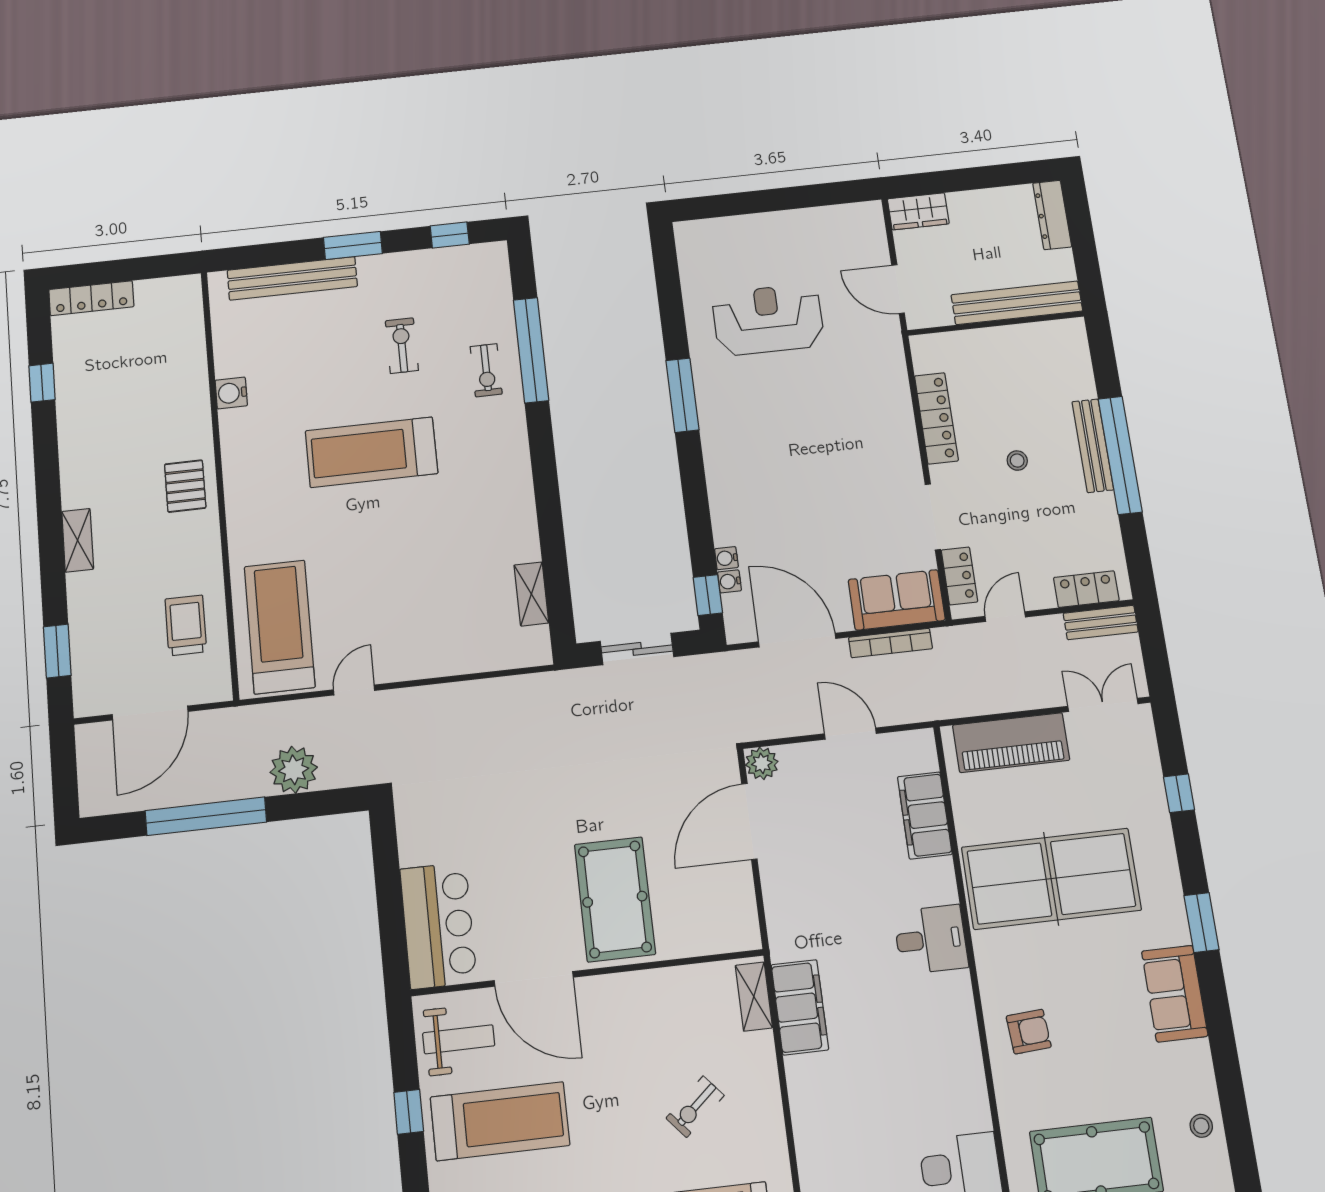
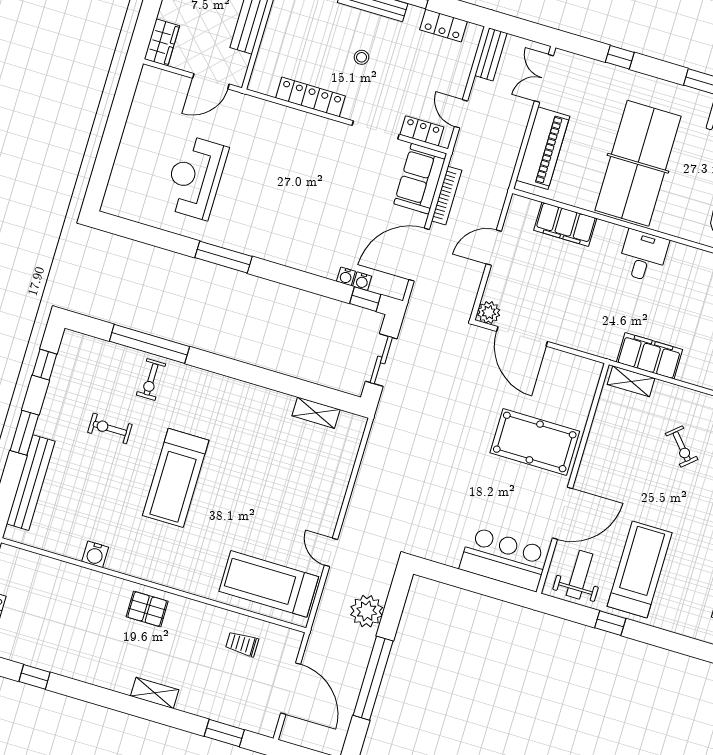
exercise bike: (486, 370) -> (151, 379), turned 90
locker: (1086, 589) -> (444, 26), moved, turned -90
trolley: (186, 625) -> (242, 644), width x0.73, depth x0.72

